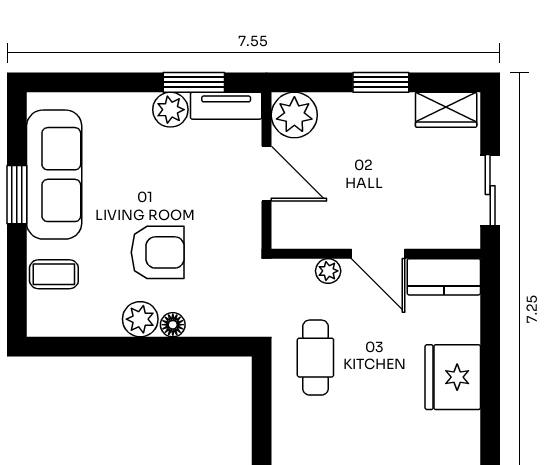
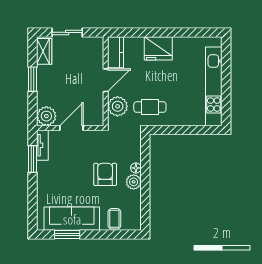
plant: (170, 110) -> (44, 169), removed
sliding door: (490, 190) -> (67, 32), moved
window: (17, 195) -> (67, 235), moved
plant: (328, 271) -> (118, 106), width x1.88, depth x1.88

